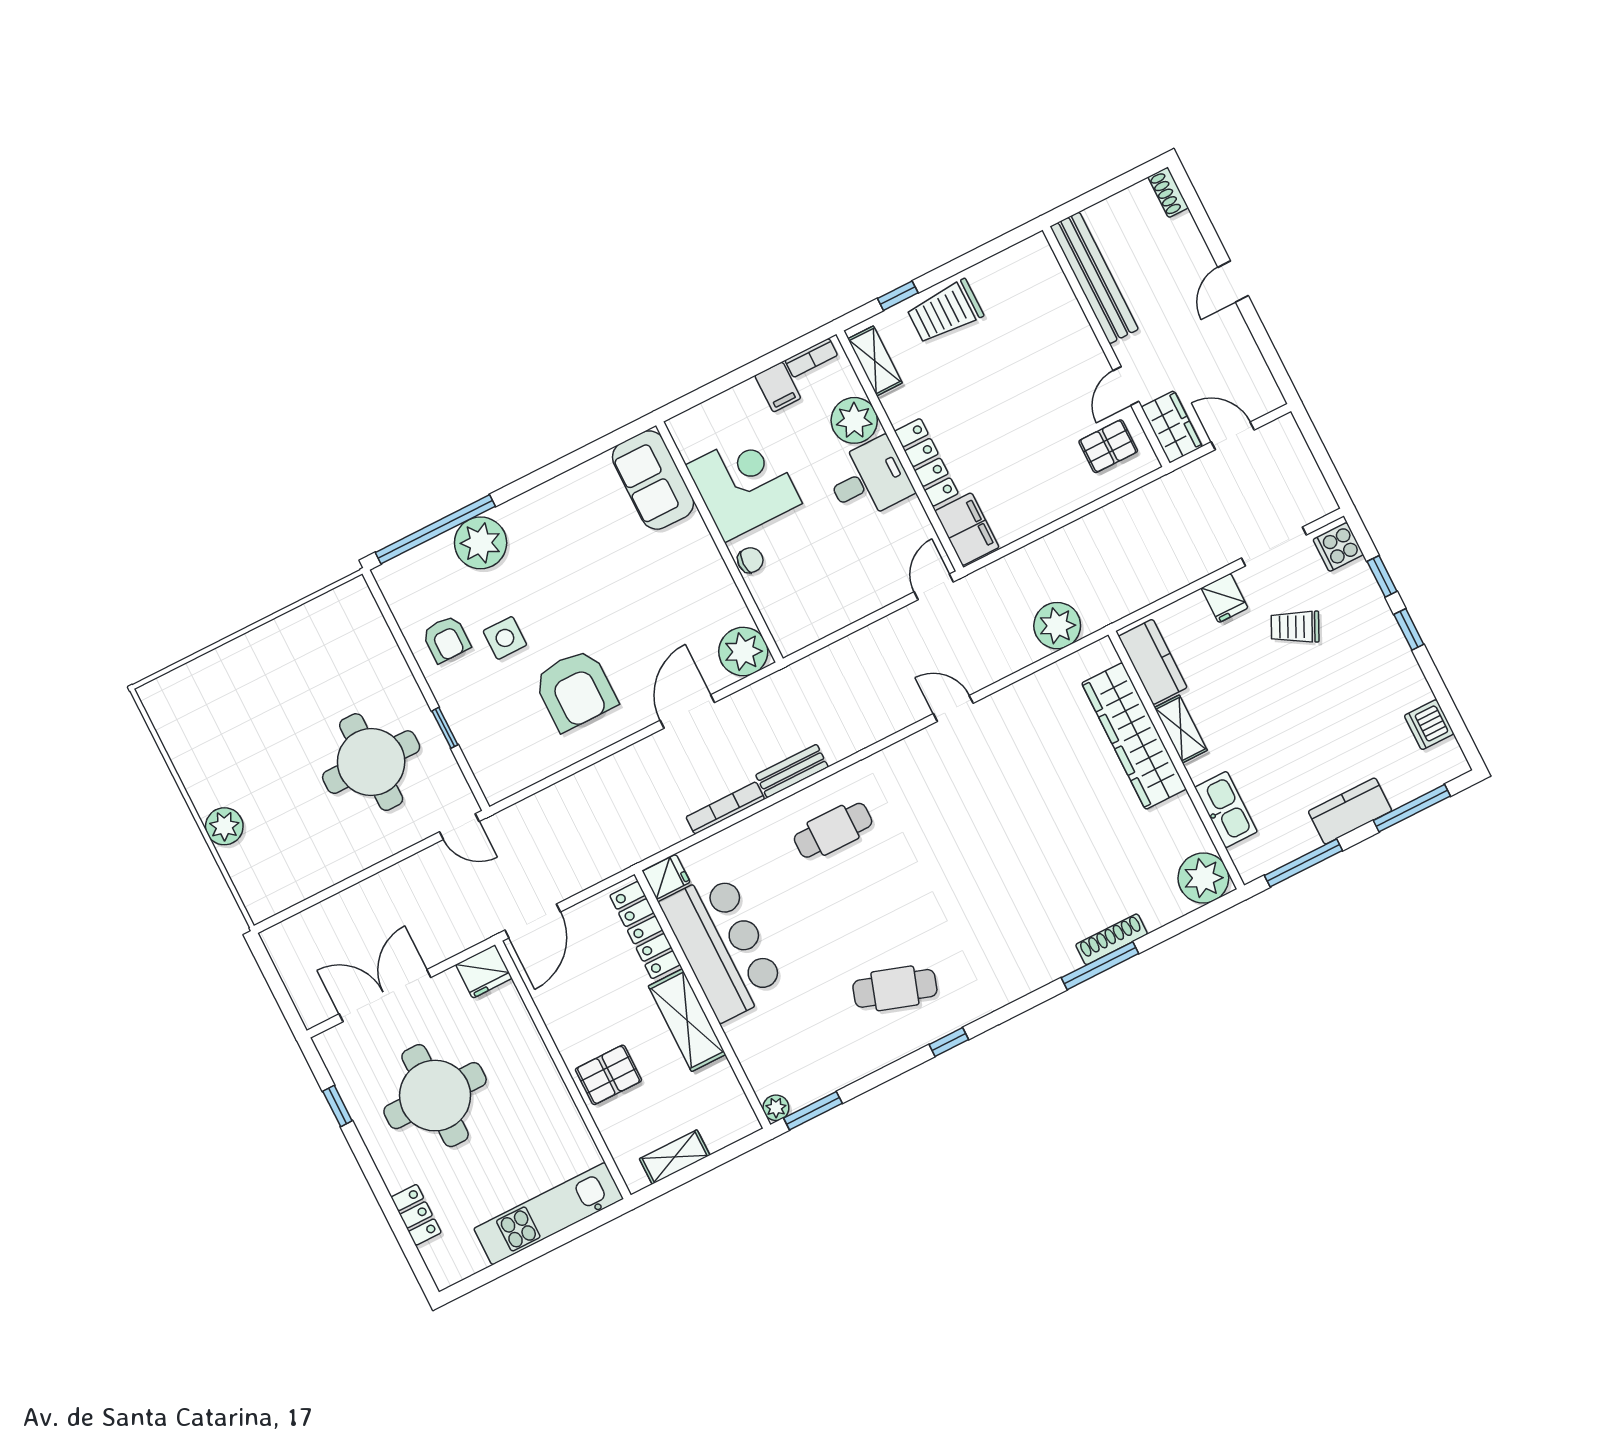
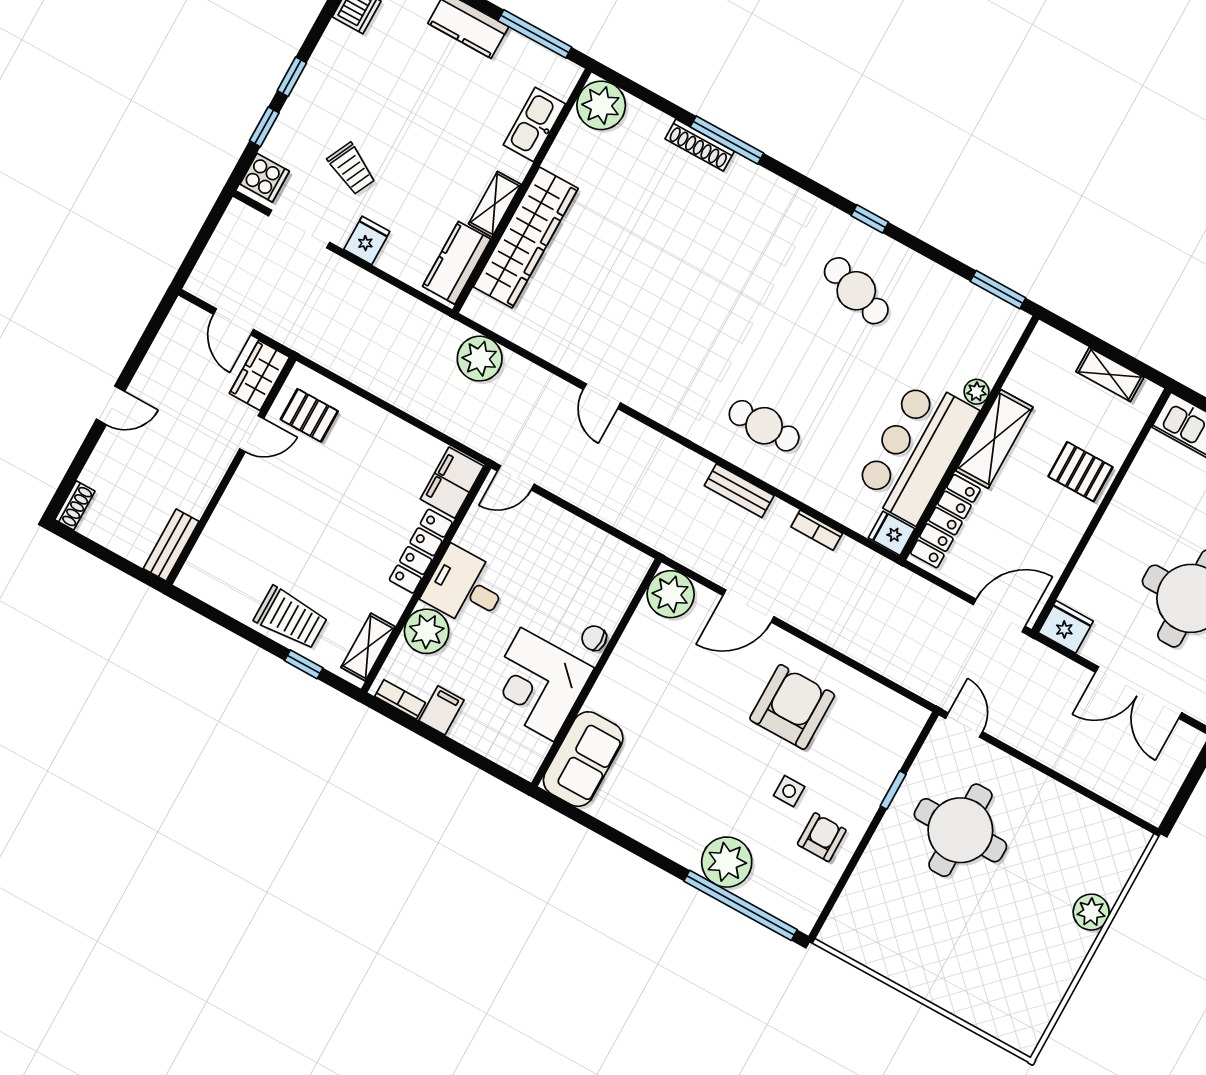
bench: (1094, 278) -> (171, 545), width x0.54, depth x0.82
side table: (505, 638) -> (789, 791), width x0.73, depth x0.73
bookcase: (725, 808) -> (817, 530), width x0.64
plant: (776, 1108) -> (977, 392), moved

